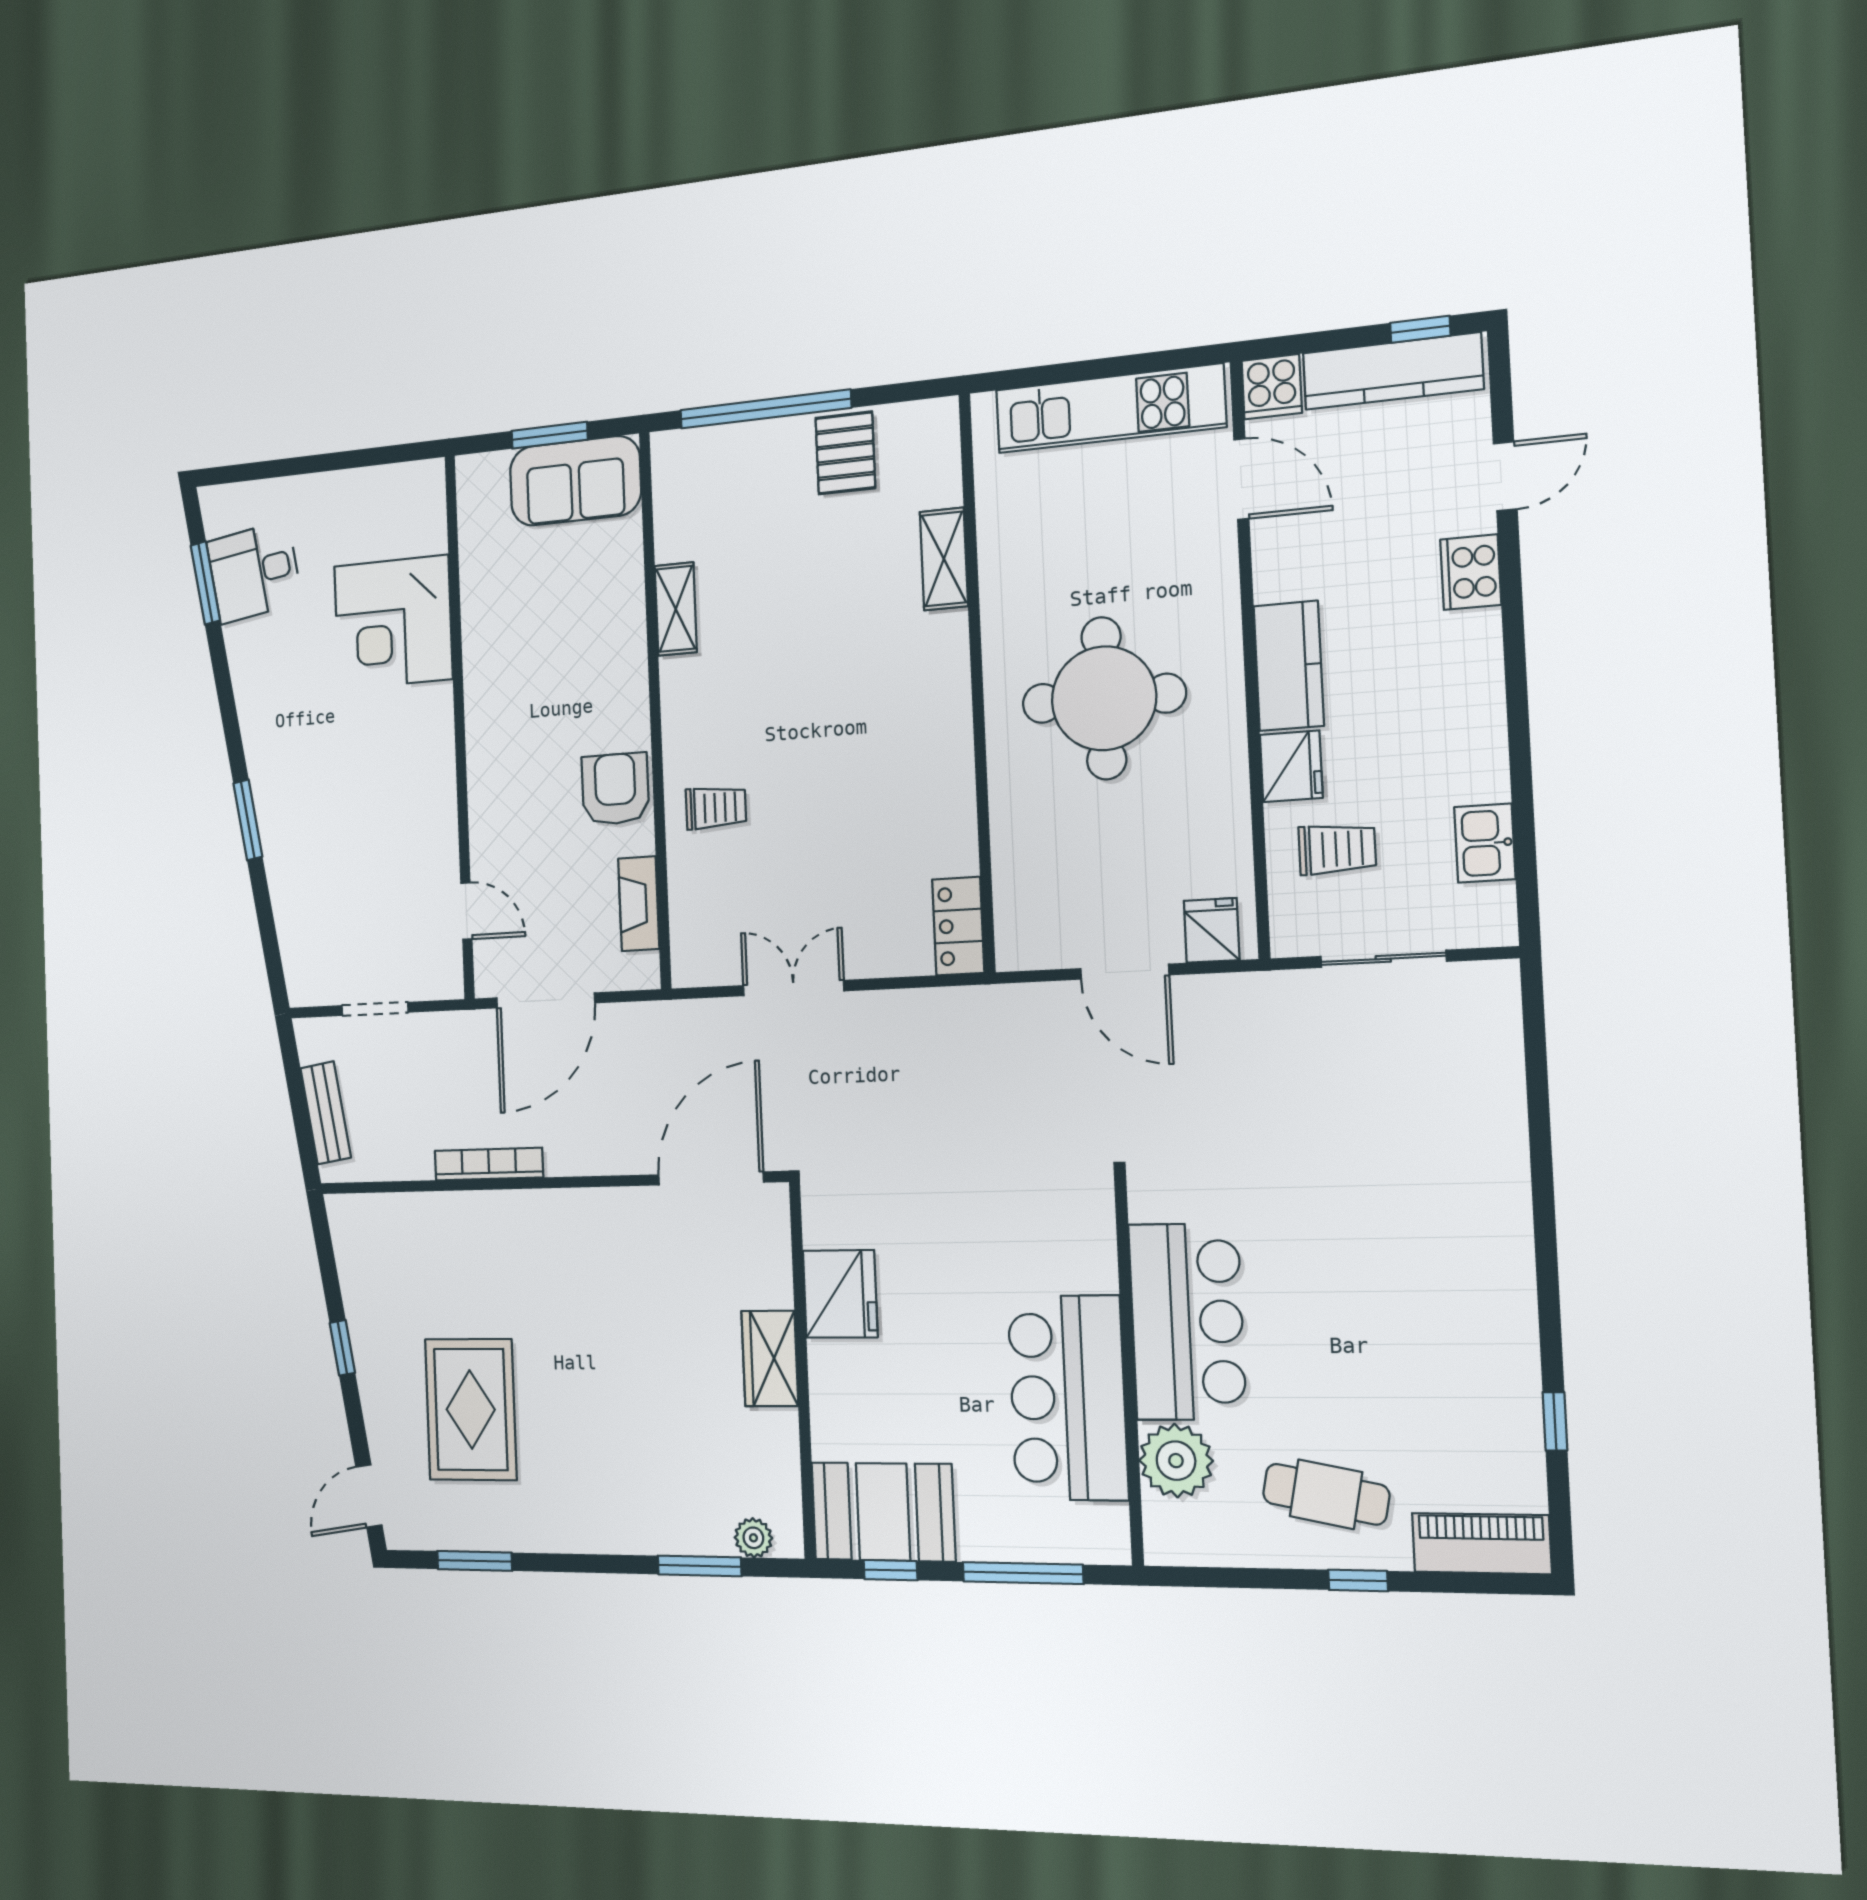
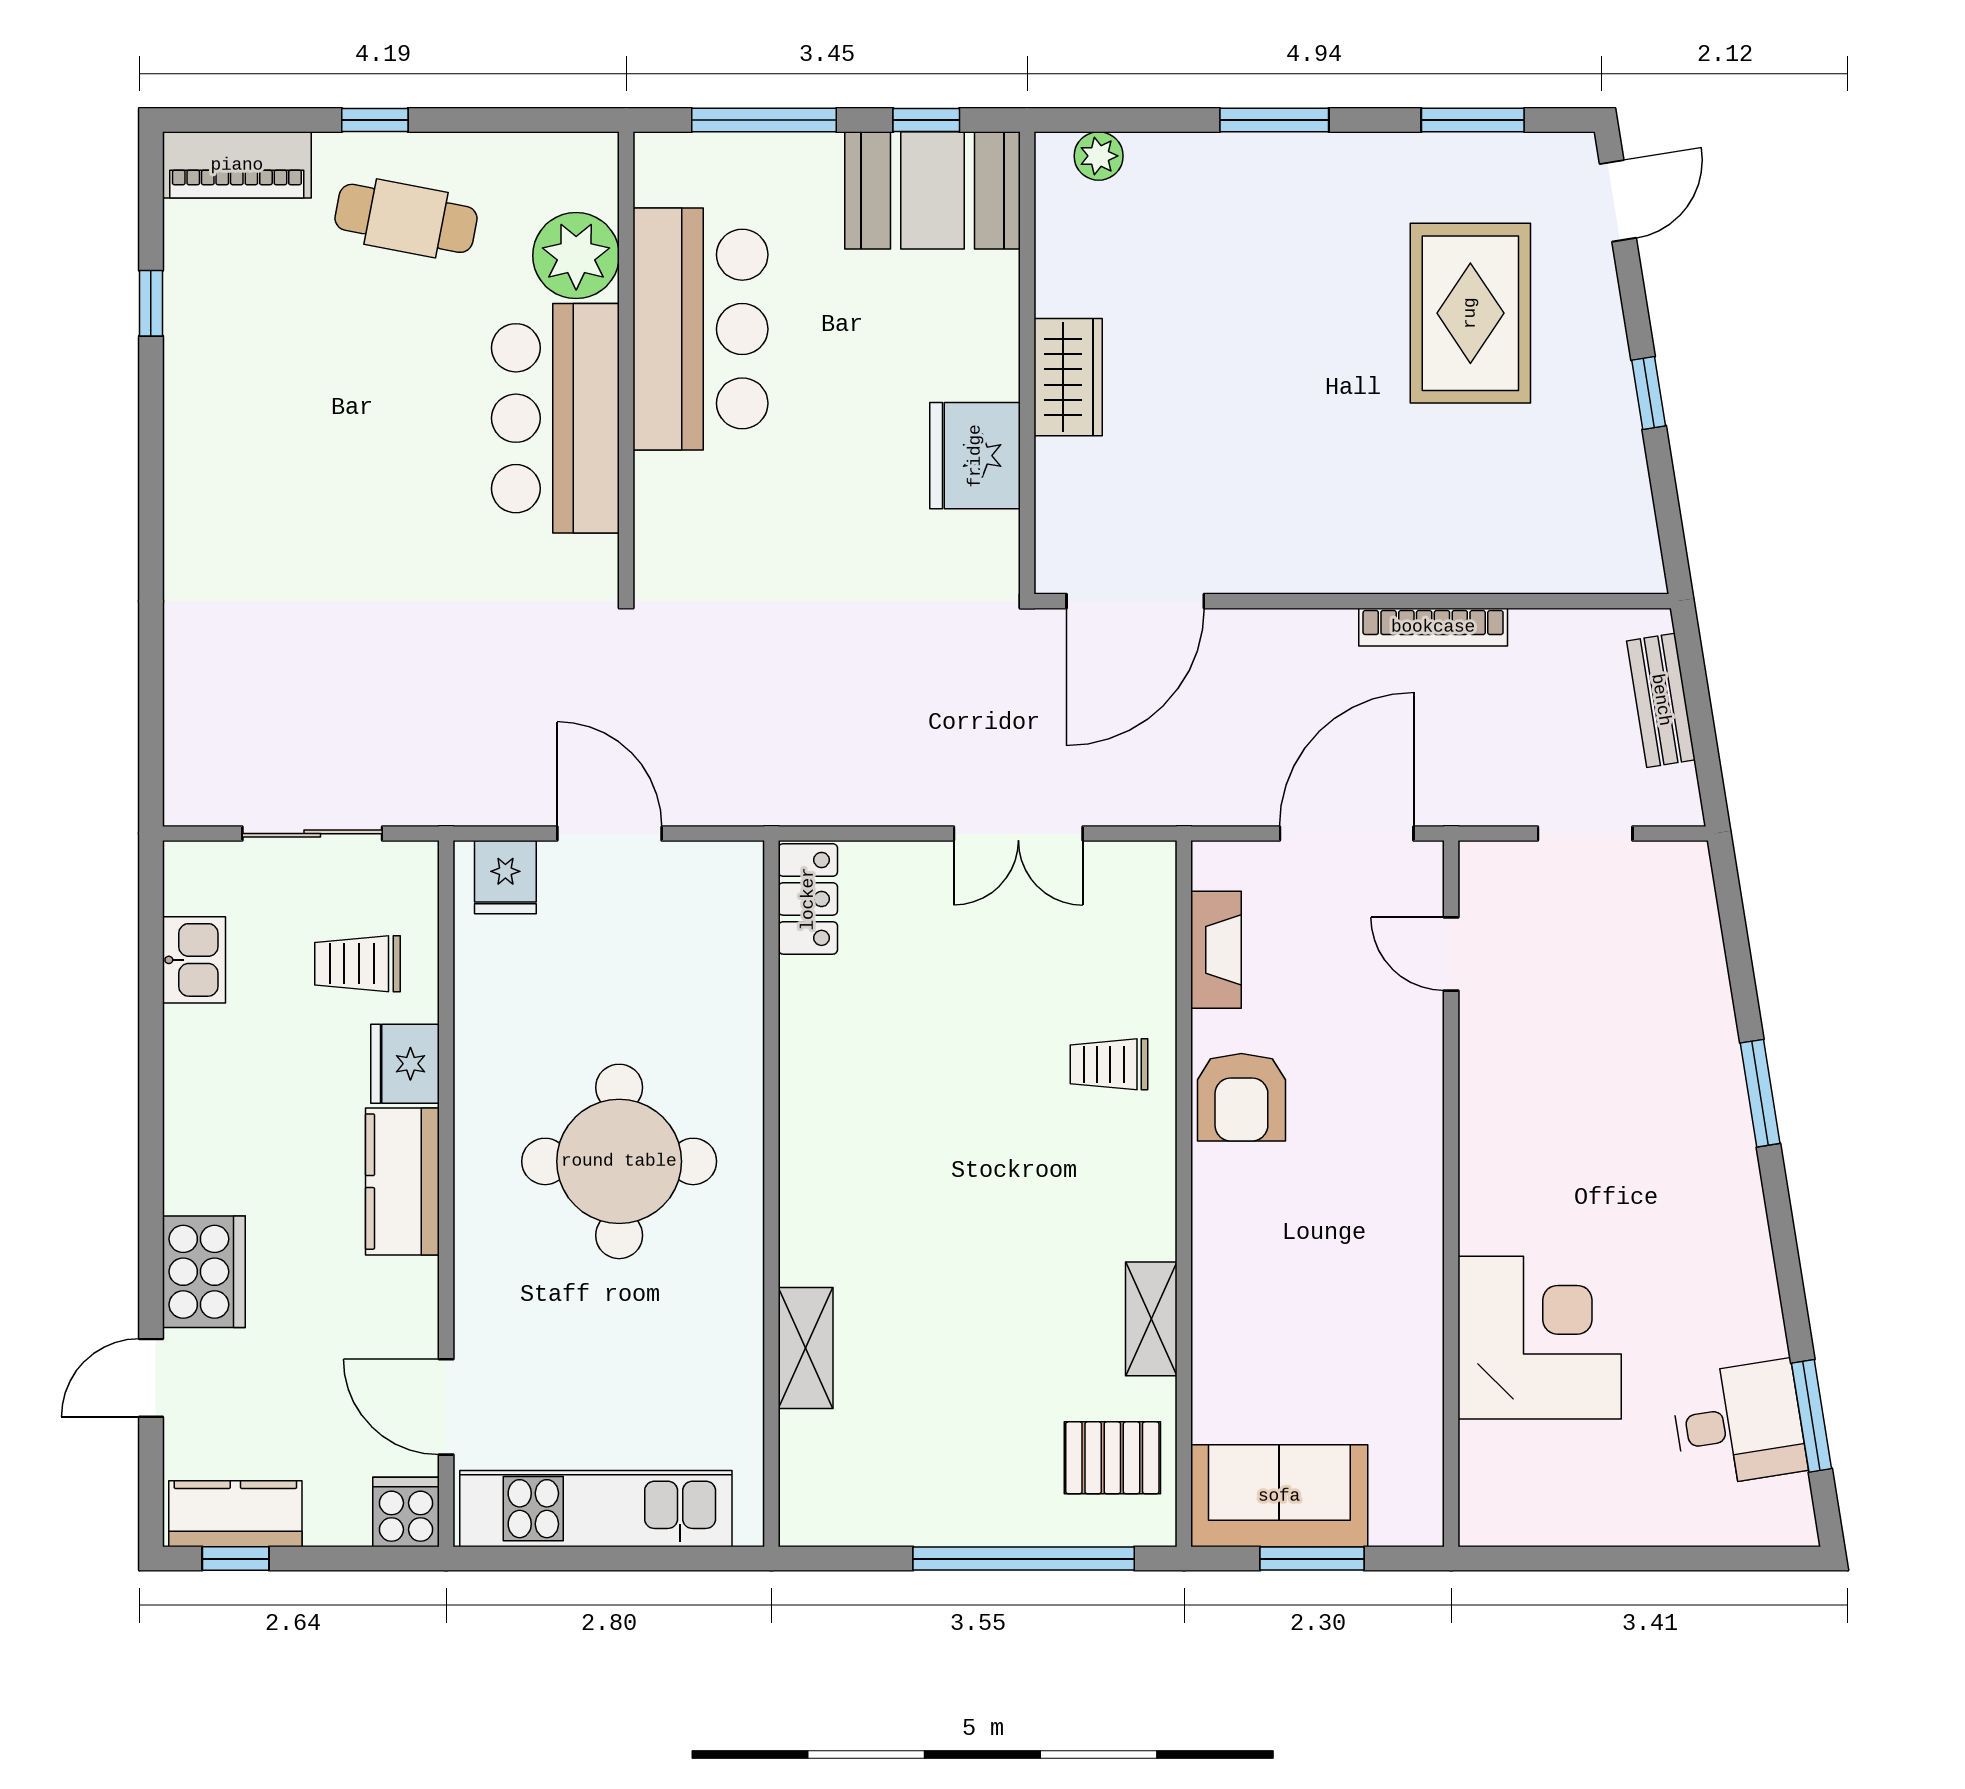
kitchen counter: (1393, 371) -> (235, 1514), width x0.67
pallet: (845, 453) -> (1112, 1458), moved, turned 90
cooker: (1471, 572) -> (204, 1272), width x1.37, depth x1.31
window: (700, 1566) -> (1274, 120), moved

